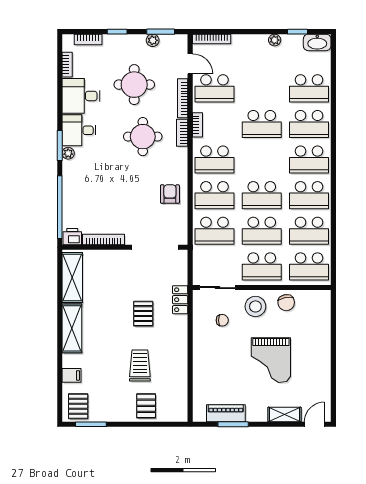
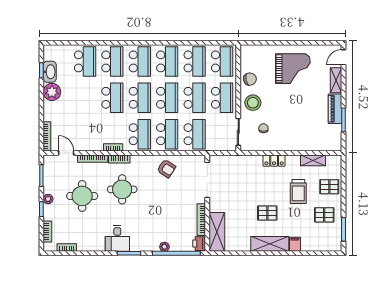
plant: (153, 40) -> (48, 199), moved
plant: (275, 40) -> (52, 92), width x1.87, depth x1.87
washbasin: (317, 42) -> (50, 72), moved
door: (190, 64) -> (66, 153), hinge flipped
school desk: (214, 88) -> (140, 98), moved
desk: (81, 96) -> (91, 237), removed
plant: (68, 153) -> (164, 247), moved
armchair: (170, 194) -> (166, 168), turned -147
shelving: (72, 277) -> (217, 232), moved, turned 90
locker: (180, 300) -> (274, 161), moved
pallet: (143, 314) -> (267, 213), moved
grand piano: (271, 360) -> (293, 69), moved
trolley: (140, 366) -> (298, 192), turned -90
filing cabinet: (71, 375) -> (295, 244), moved
shelving: (181, 385) -> (313, 160), added
pallet: (78, 406) -> (324, 215), moved
piano: (226, 413) -> (335, 109), moved
door: (314, 424) -> (344, 57), hinge flipped

